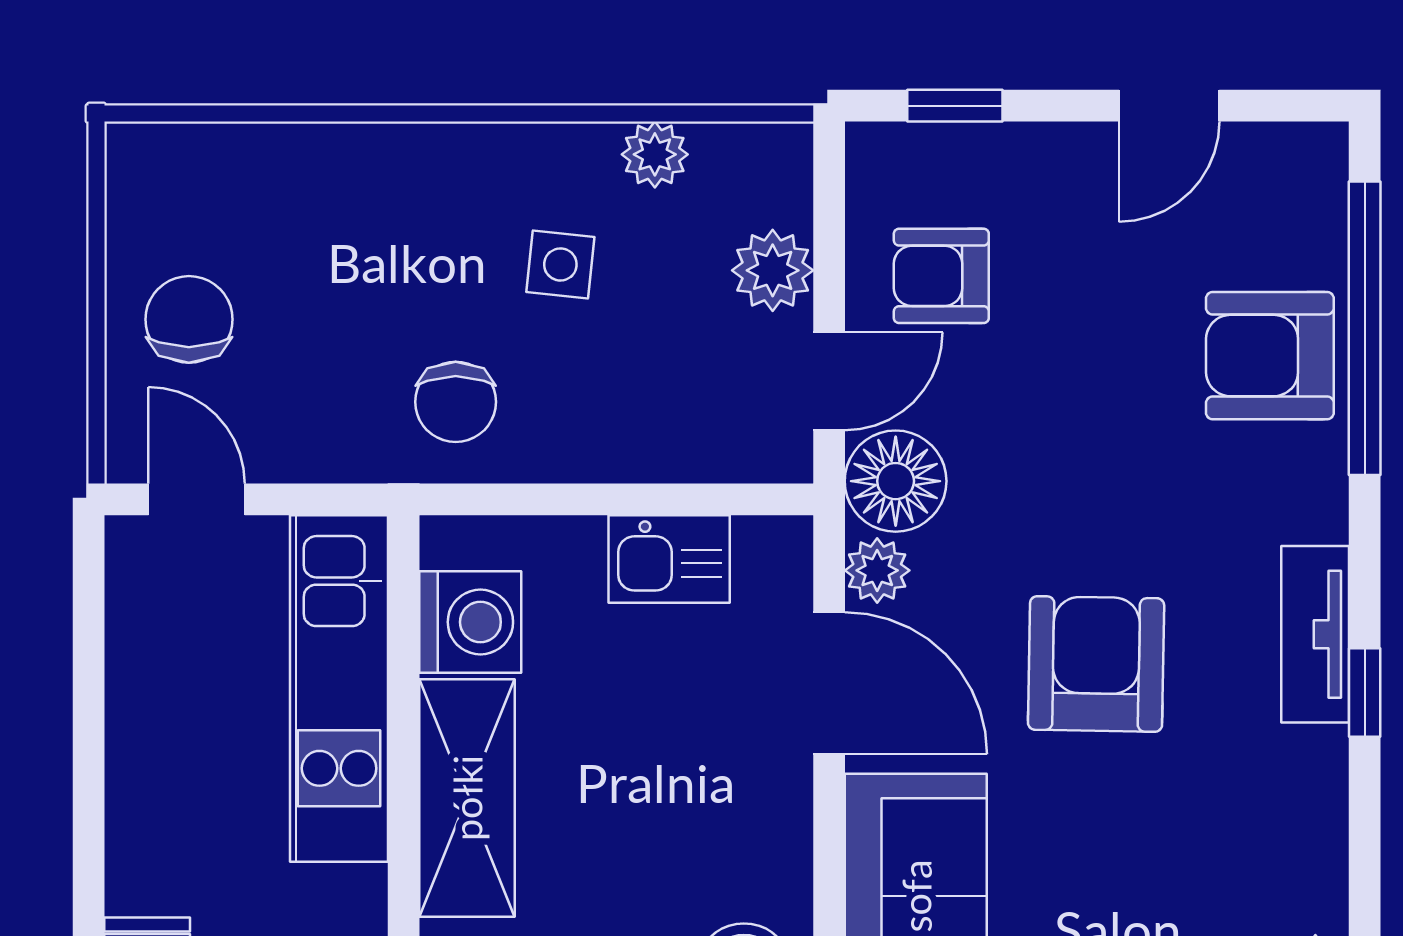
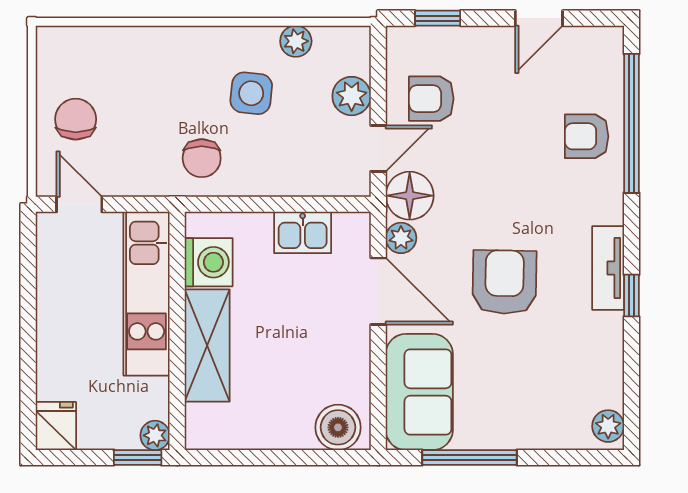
side table: (560, 264) -> (251, 93), width x1.37, depth x1.37
armchair: (1270, 356) -> (587, 136), width x0.72, depth x0.72

